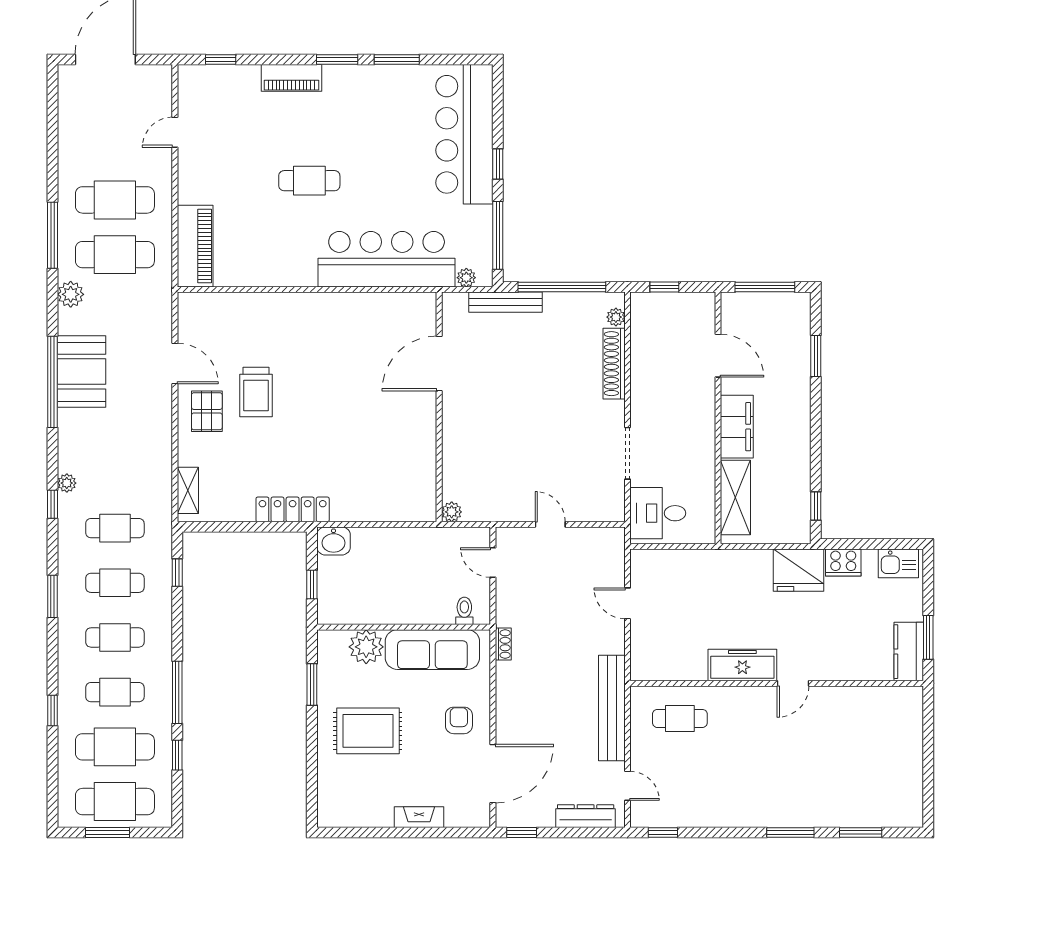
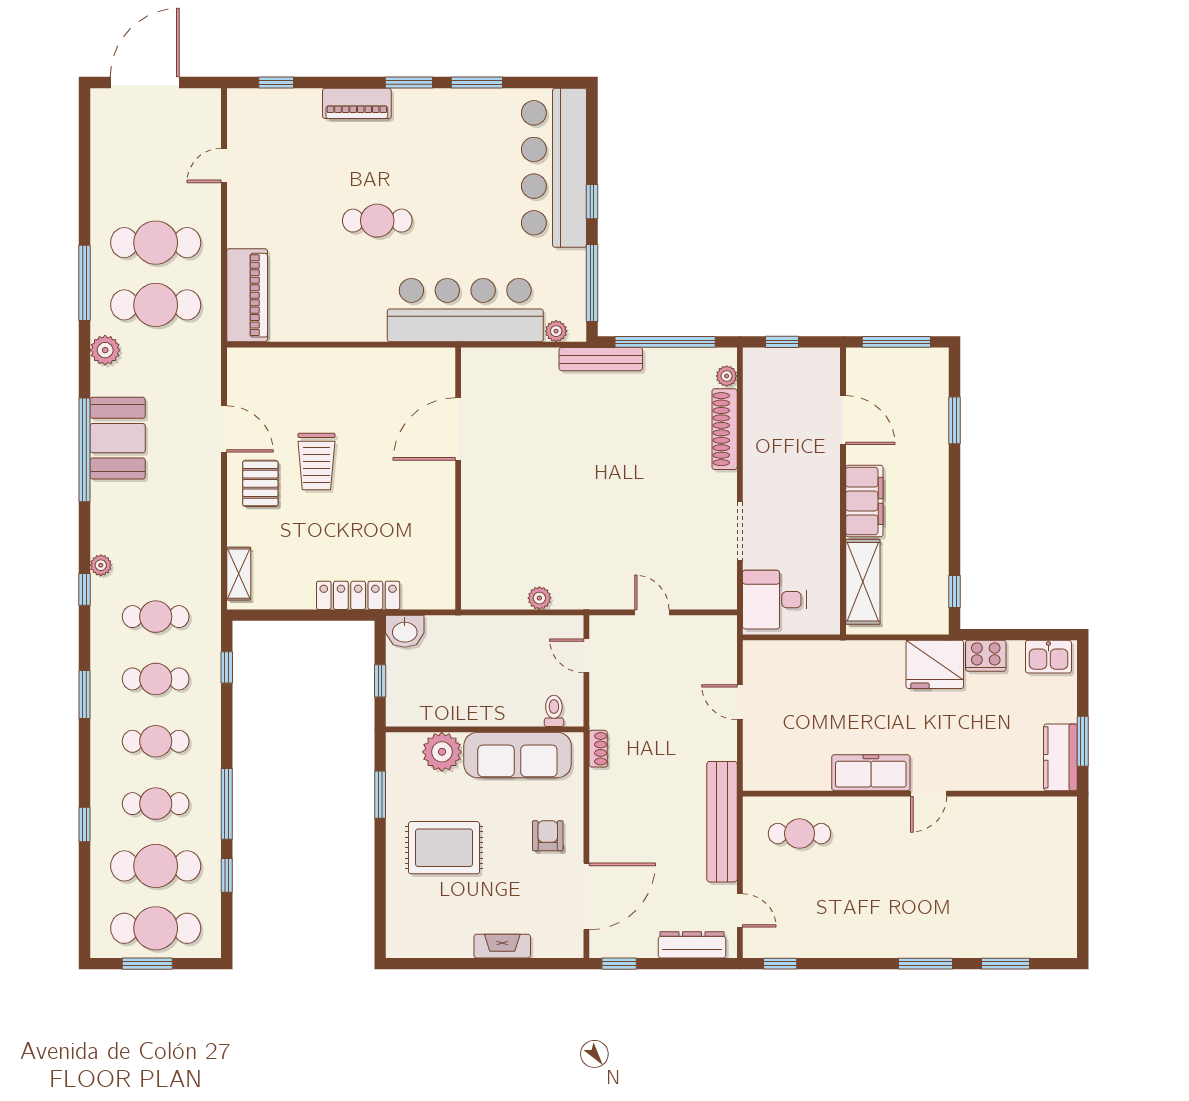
door: (439, 364) -> (458, 429), moved
wall: (439, 407) -> (458, 478), moved

